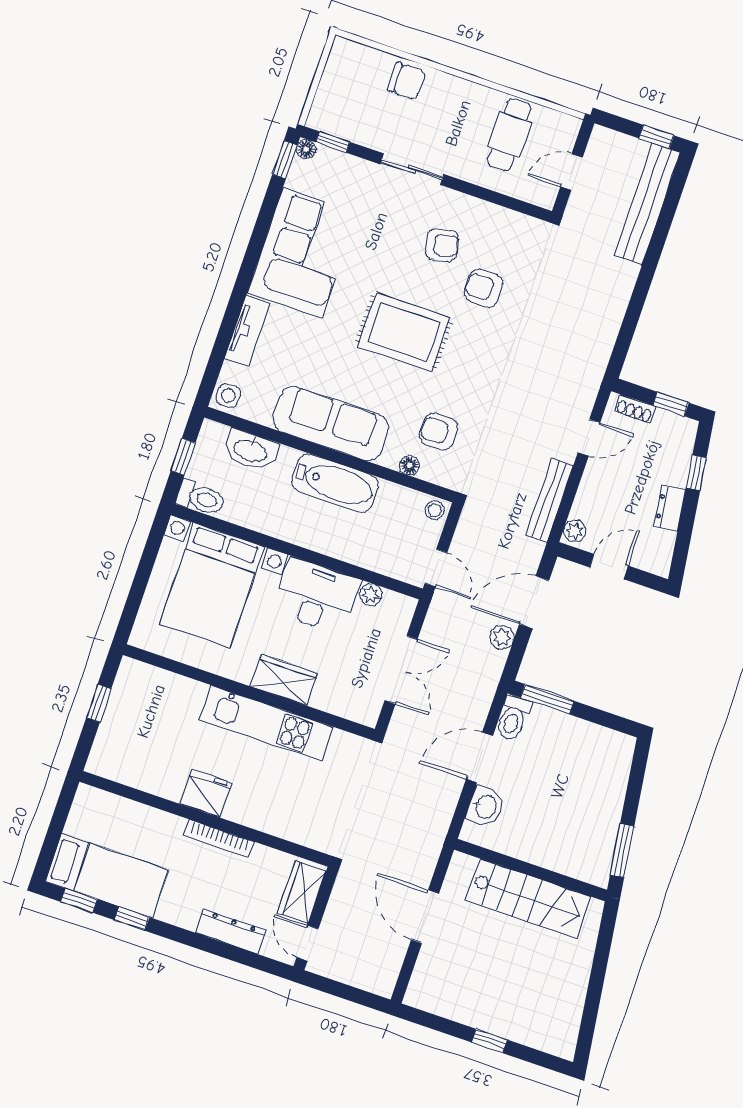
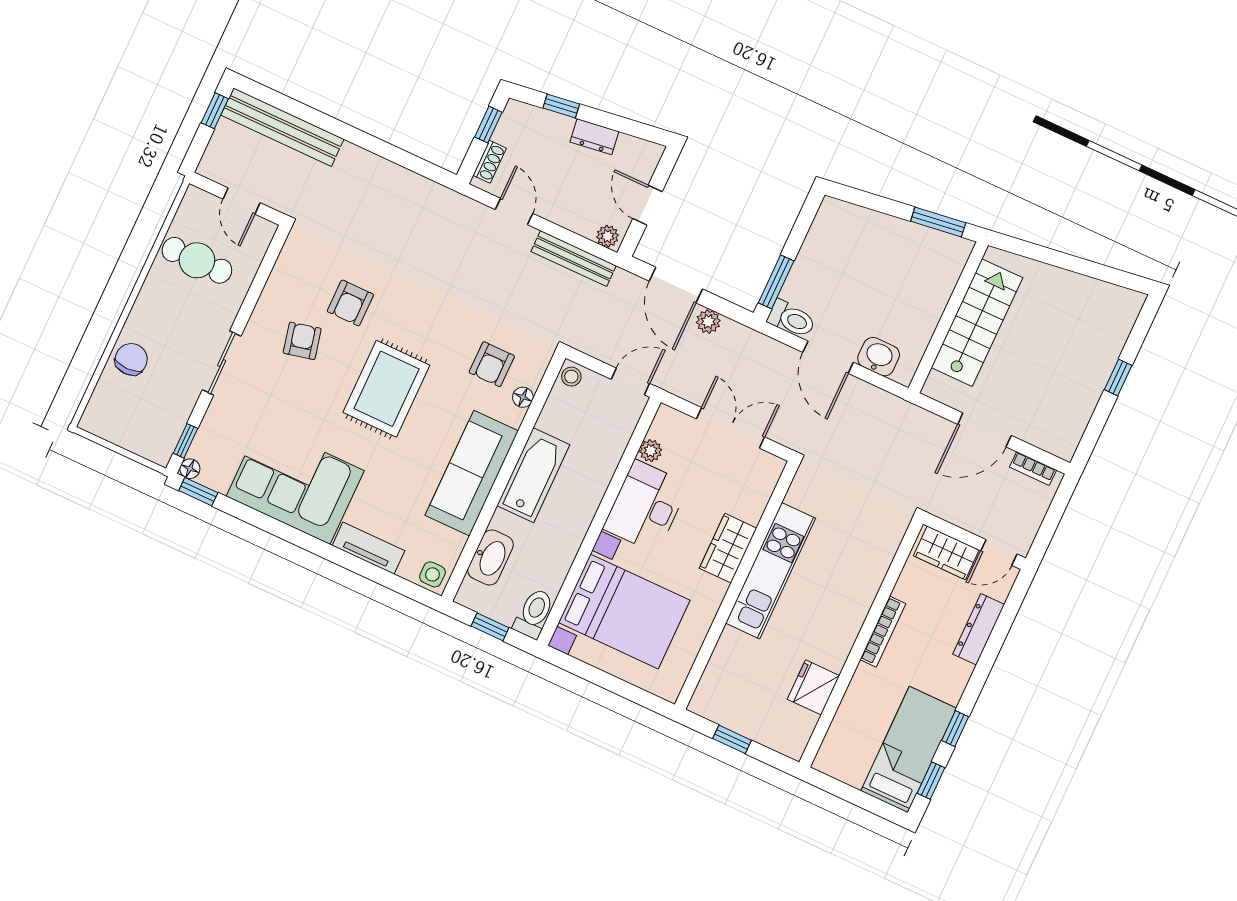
fridge: (205, 793) -> (813, 687), moved
bookcase: (392, 968) -> (1033, 468), added

